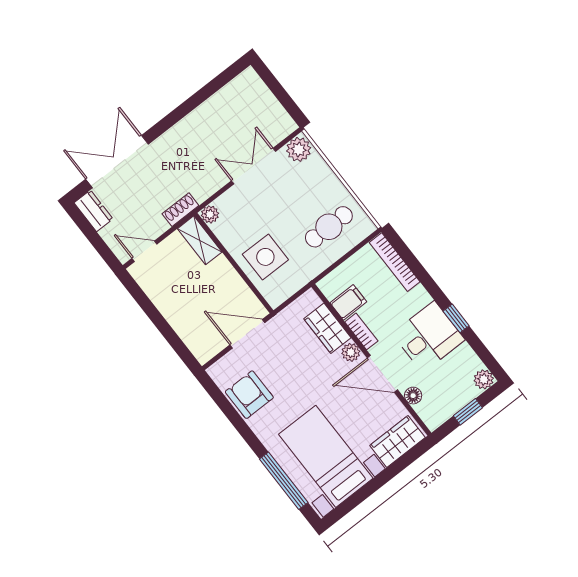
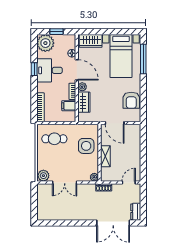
shelving: (200, 240) -> (105, 156), moved
door: (144, 251) -> (129, 182), swing flipped
plant: (484, 379) -> (45, 43), width x1.88, depth x1.88

